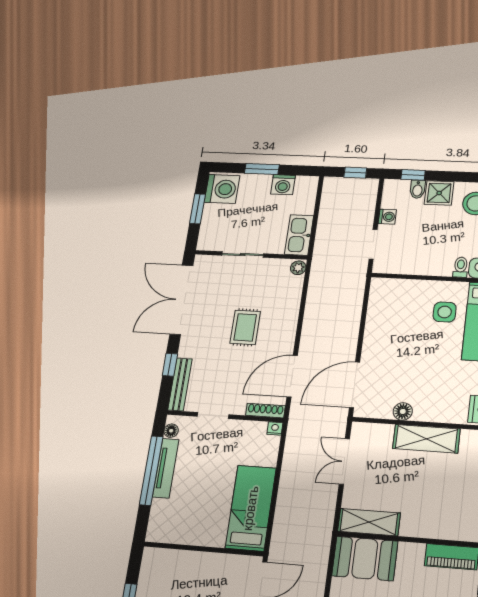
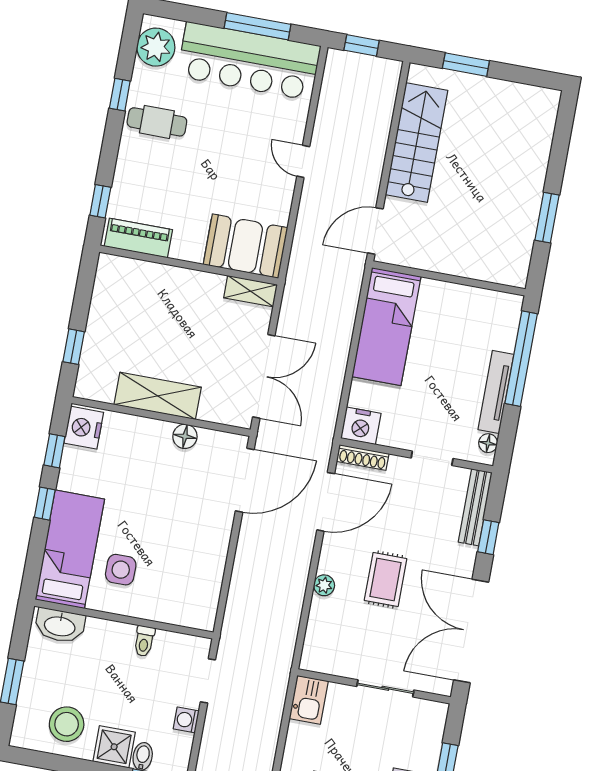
kitchen sink: (299, 235) -> (309, 700), width x0.73
toilet: (461, 267) -> (144, 641), moved
plant: (298, 268) -> (324, 585), moved
double door: (181, 300) -> (471, 631), swing flipped
nightstand: (275, 428) -> (361, 426), width x1.89, depth x1.79
double door: (344, 461) -> (264, 376), width x1.37
window: (151, 471) -> (521, 359), moved
shelving: (369, 522) -> (251, 291), width x0.67, depth x0.75

